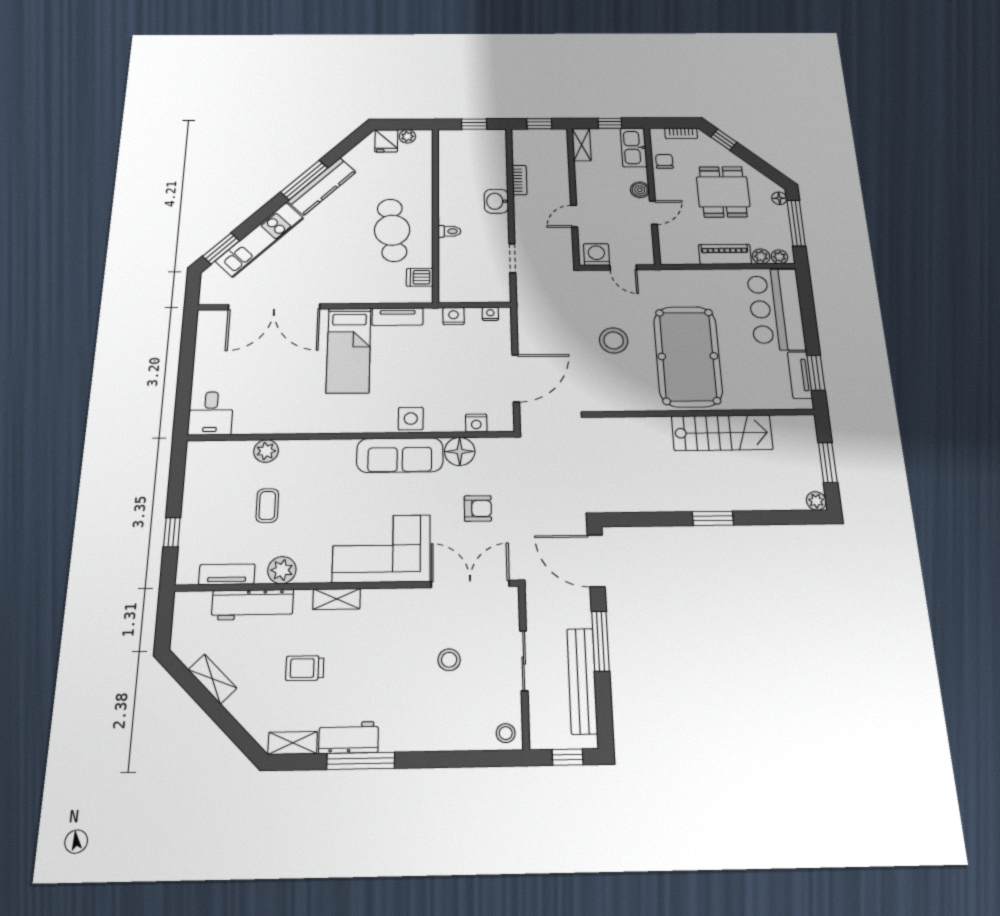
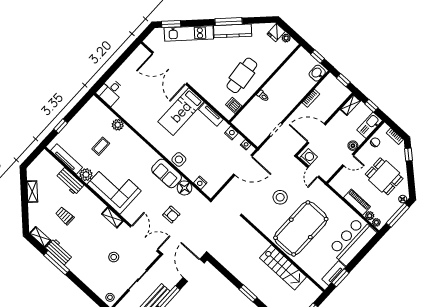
dining table: (723, 192) -> (384, 176), turned 90
washbasin: (496, 201) -> (317, 73), moved
door: (574, 216) -> (316, 133), width x1.88
door: (516, 378) -> (243, 165), moved
sofa: (400, 455) -> (167, 173), width x0.73
corner sofa: (381, 549) -> (114, 188), moved
tv unit: (227, 574) -> (67, 159), width x1.41
shelving: (337, 599) -> (112, 217), moved
workbench: (253, 605) -> (70, 181), width x0.73

